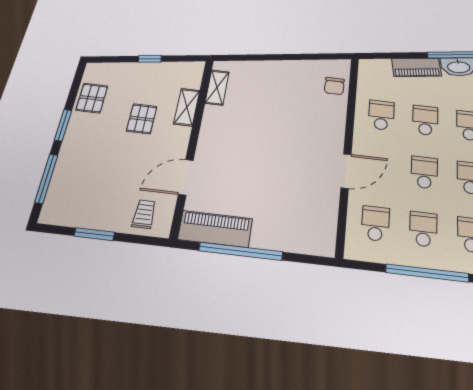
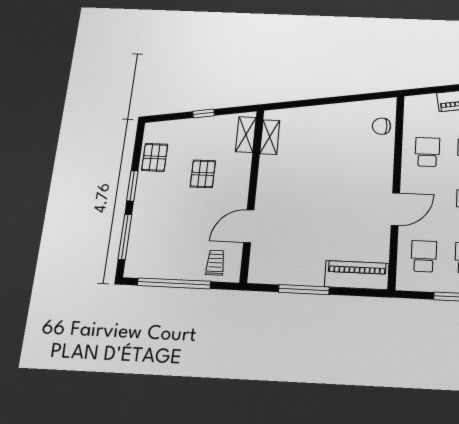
chair: (334, 86) -> (381, 126), turned 90
shelving: (187, 107) -> (246, 134), moved
piano: (215, 229) -> (357, 275), moved
window: (94, 234) -> (174, 283), width x2.11
window: (241, 251) -> (304, 290), width x0.68

